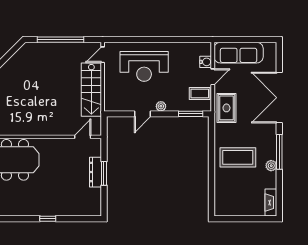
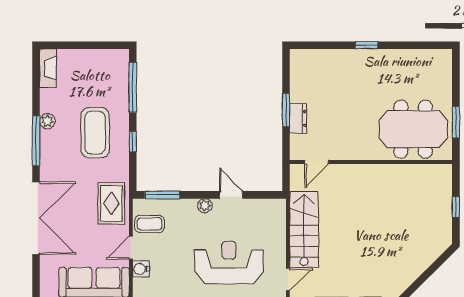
door: (143, 114) -> (231, 195), hinge flipped
window: (211, 151) -> (133, 142), added
coffee table: (238, 157) -> (95, 133), turned 90
dresser: (96, 172) -> (298, 118), width x0.70
window: (211, 189) -> (133, 87), added

